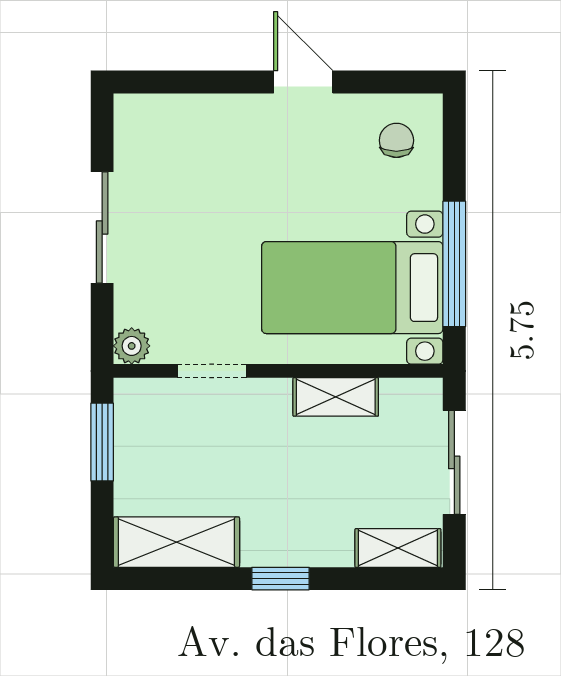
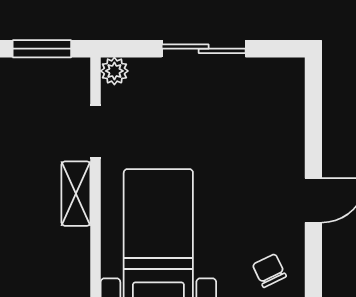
chair: (396, 140) -> (269, 271), turned -116
shelving: (336, 397) -> (76, 194), moved

